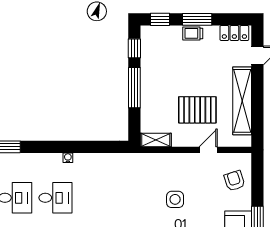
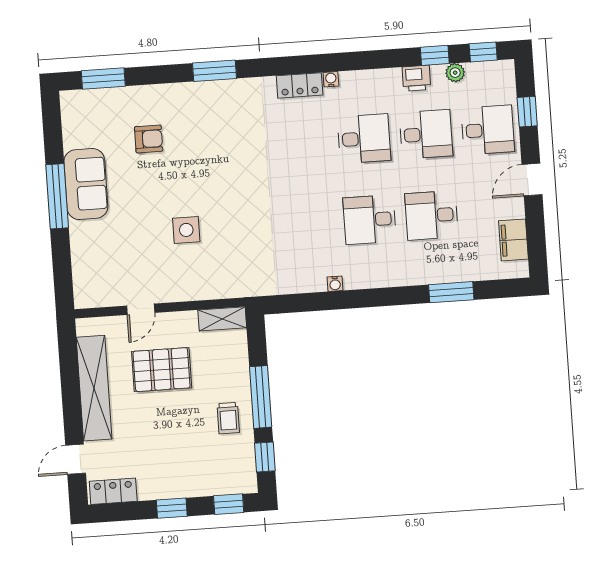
window: (197, 19) -> (172, 508), width x0.67
trolley: (193, 33) -> (228, 418), moved, turned 90
water cooler: (68, 158) -> (335, 284), moved
armchair: (234, 181) -> (97, 265), removed

